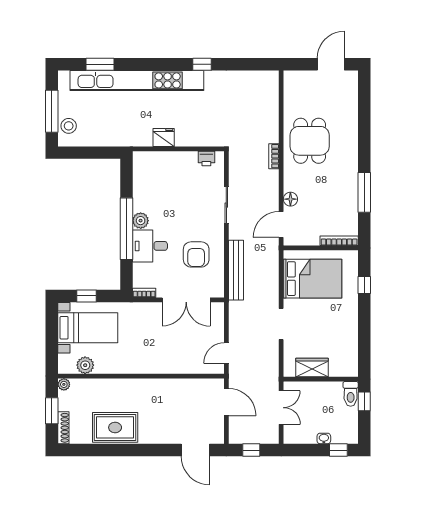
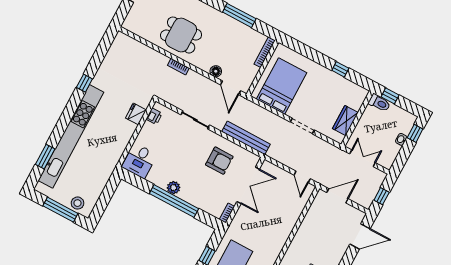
fridge: (164, 137) -> (136, 114), moved
desk: (150, 246) -> (139, 161), moved
window: (364, 285) -> (340, 69), moved

